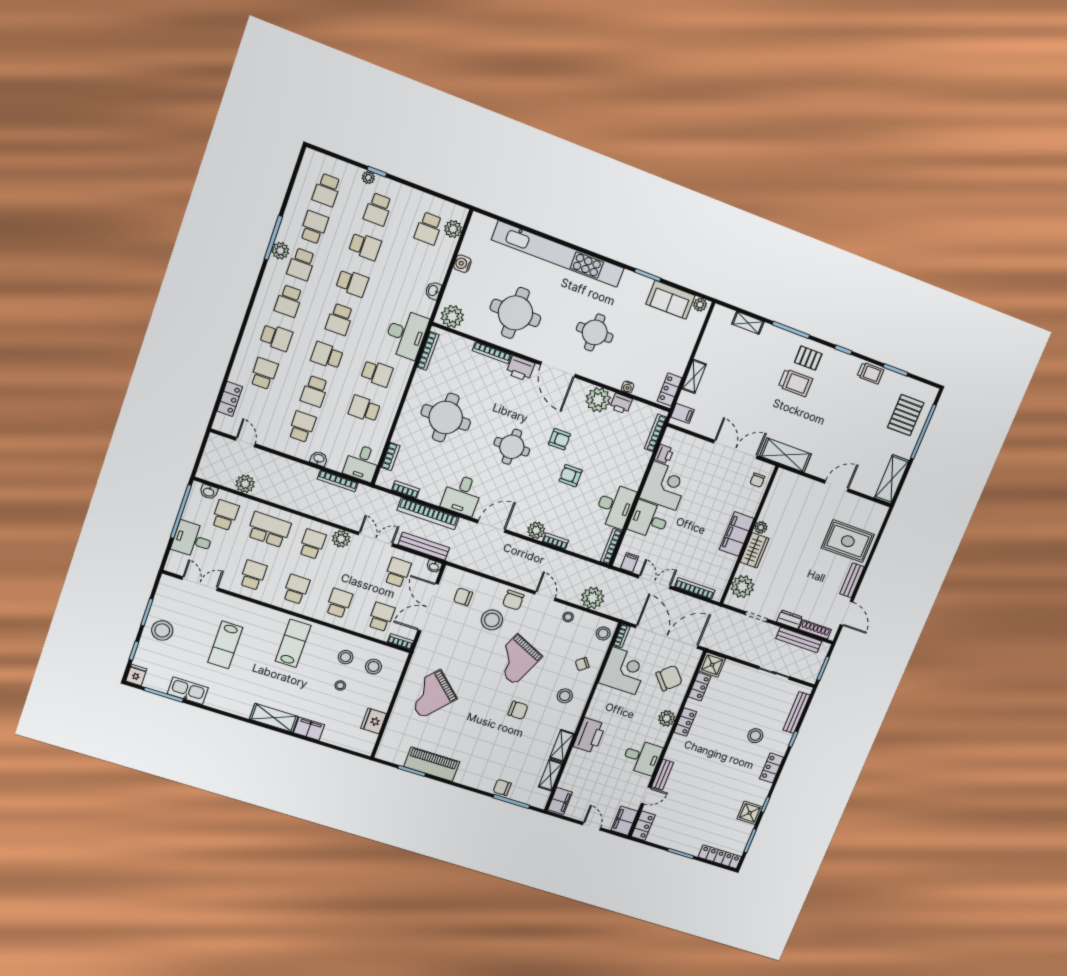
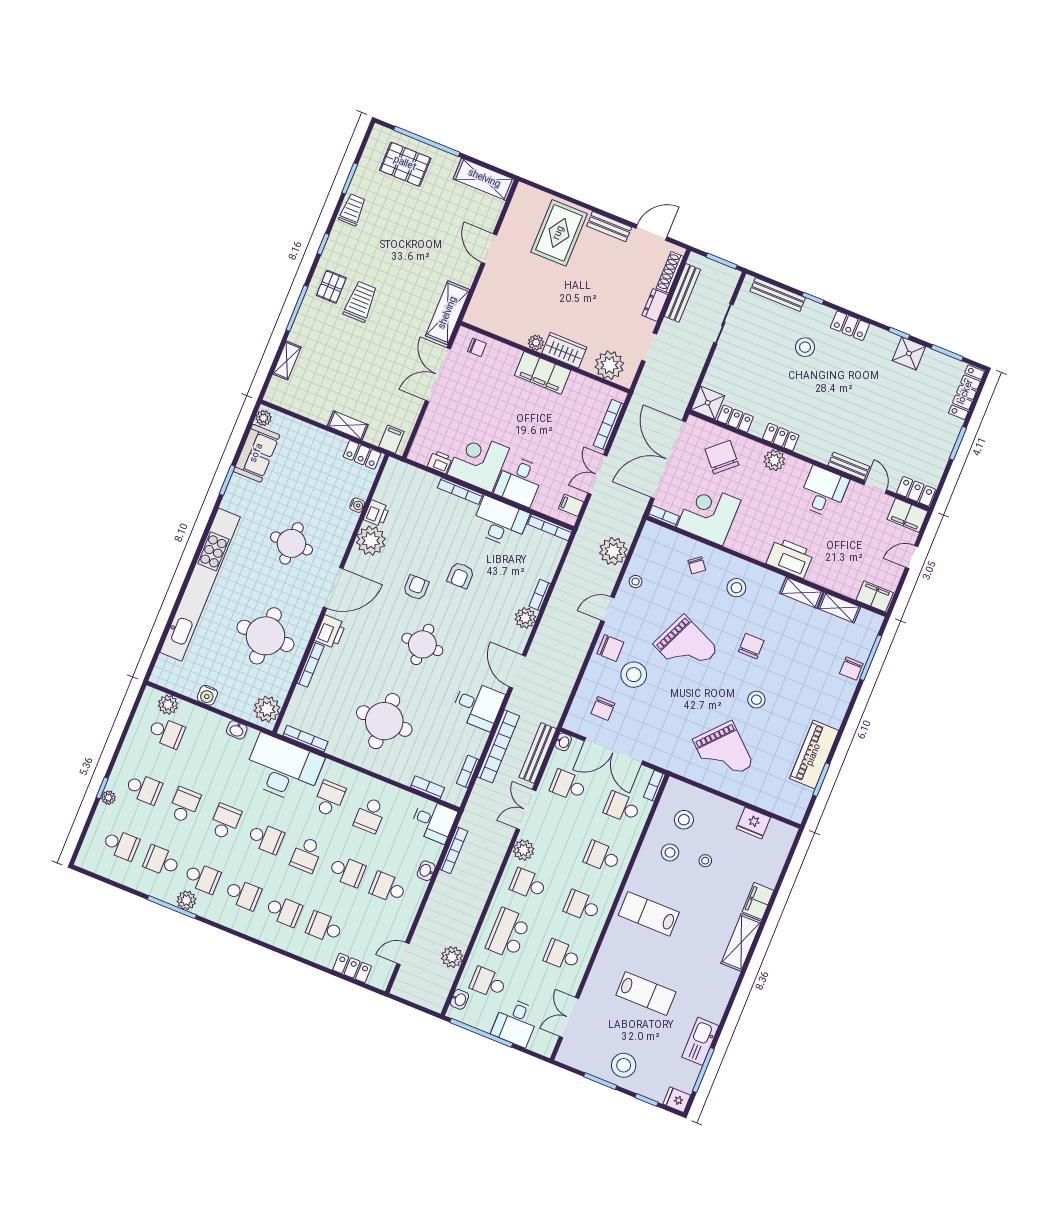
desk: (406, 334) -> (283, 769), width x1.36, depth x1.30
school desk: (276, 337) -> (284, 911), turned 90
bookcase: (656, 433) -> (460, 491), moved
stool: (603, 633) -> (756, 700), moved

